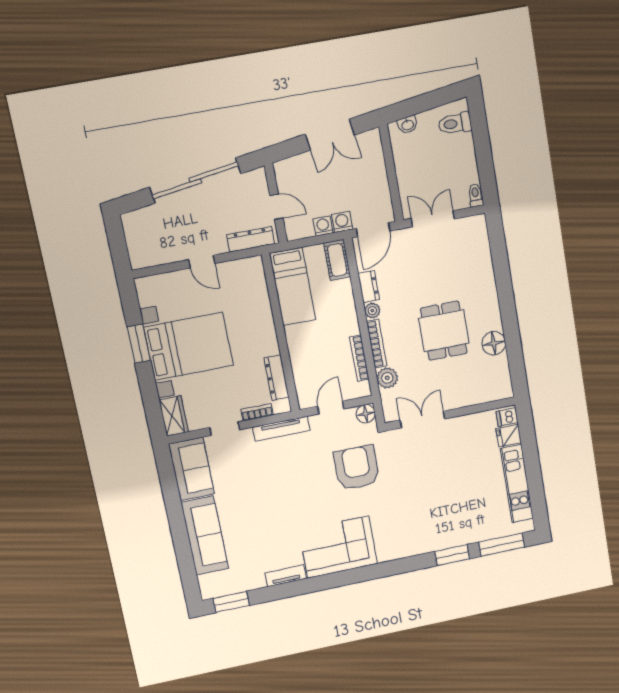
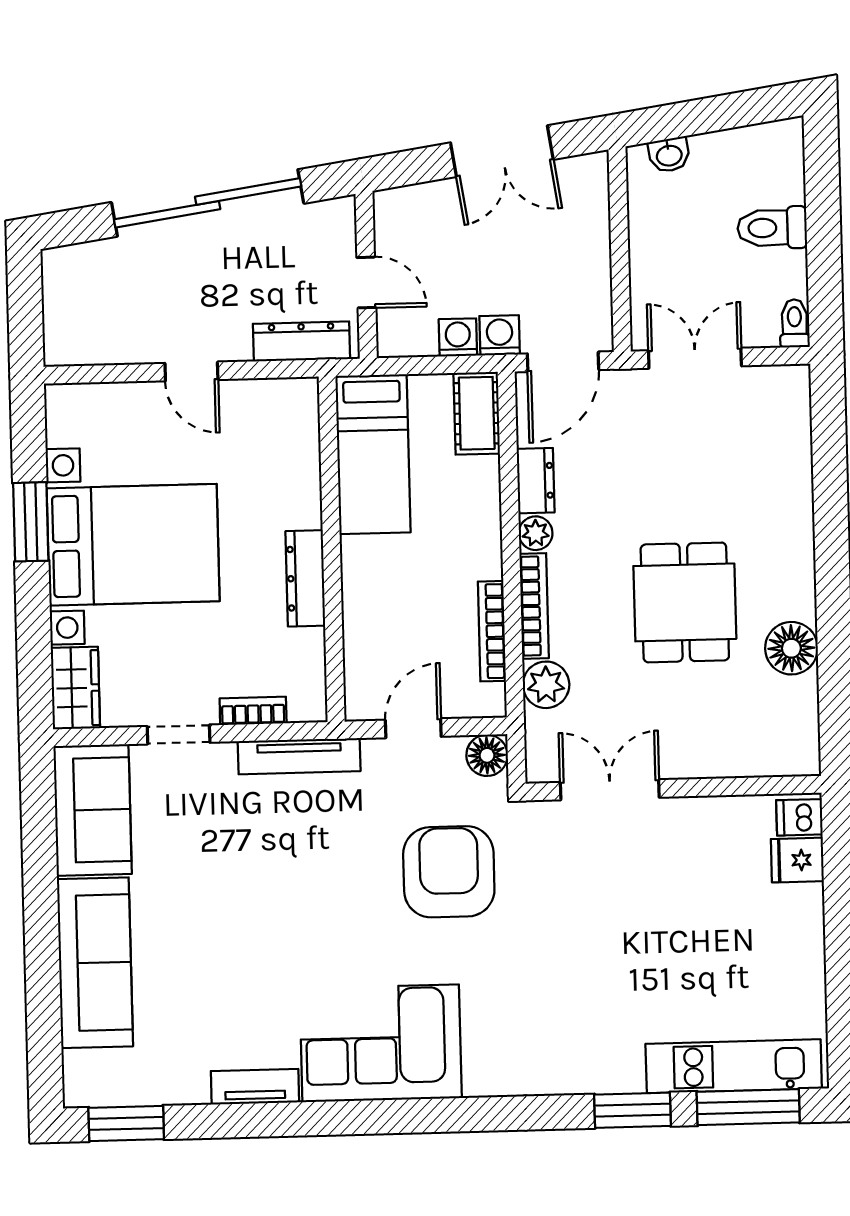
toilet: (455, 123) -> (772, 228), moved
dresser: (276, 378) -> (305, 578), moved
kitchen unit: (517, 484) -> (734, 1066), moved, turned 90

